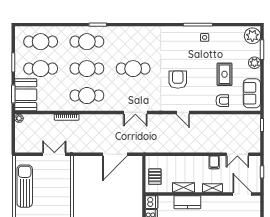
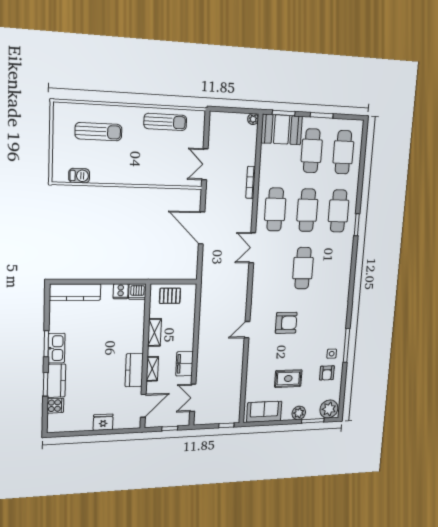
armchair: (222, 101) -> (327, 373), moved
double door: (135, 112) -> (252, 248), moved
double door: (54, 154) -> (205, 164), swing flipped
door: (115, 154) -> (202, 228), moved
filing cabinet: (214, 162) -> (185, 364), width x2.00
sun lounger: (25, 186) -> (165, 122), width x0.73, depth x0.75
kitchen counter: (187, 202) -> (134, 370), moved

